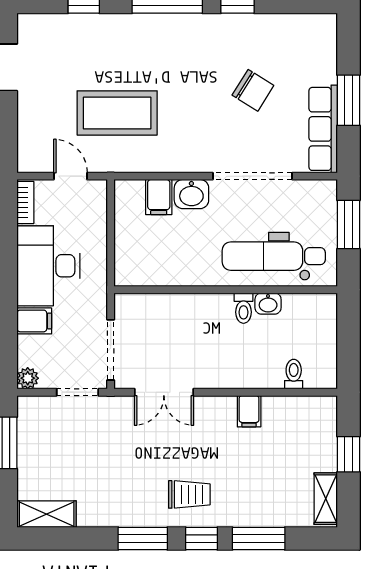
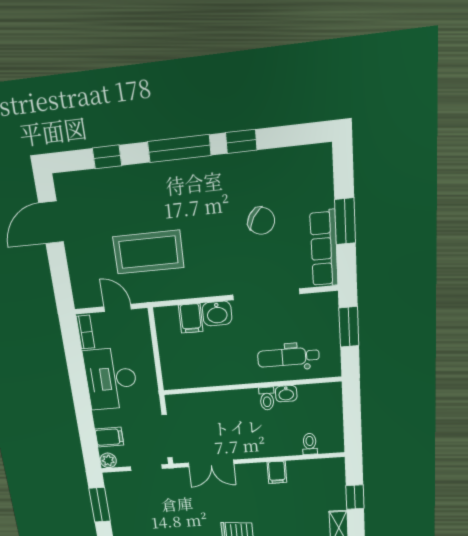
dental chair: (274, 256) -> (288, 357), width x0.73, depth x0.72
filing cabinet: (34, 321) -> (109, 437), moved

